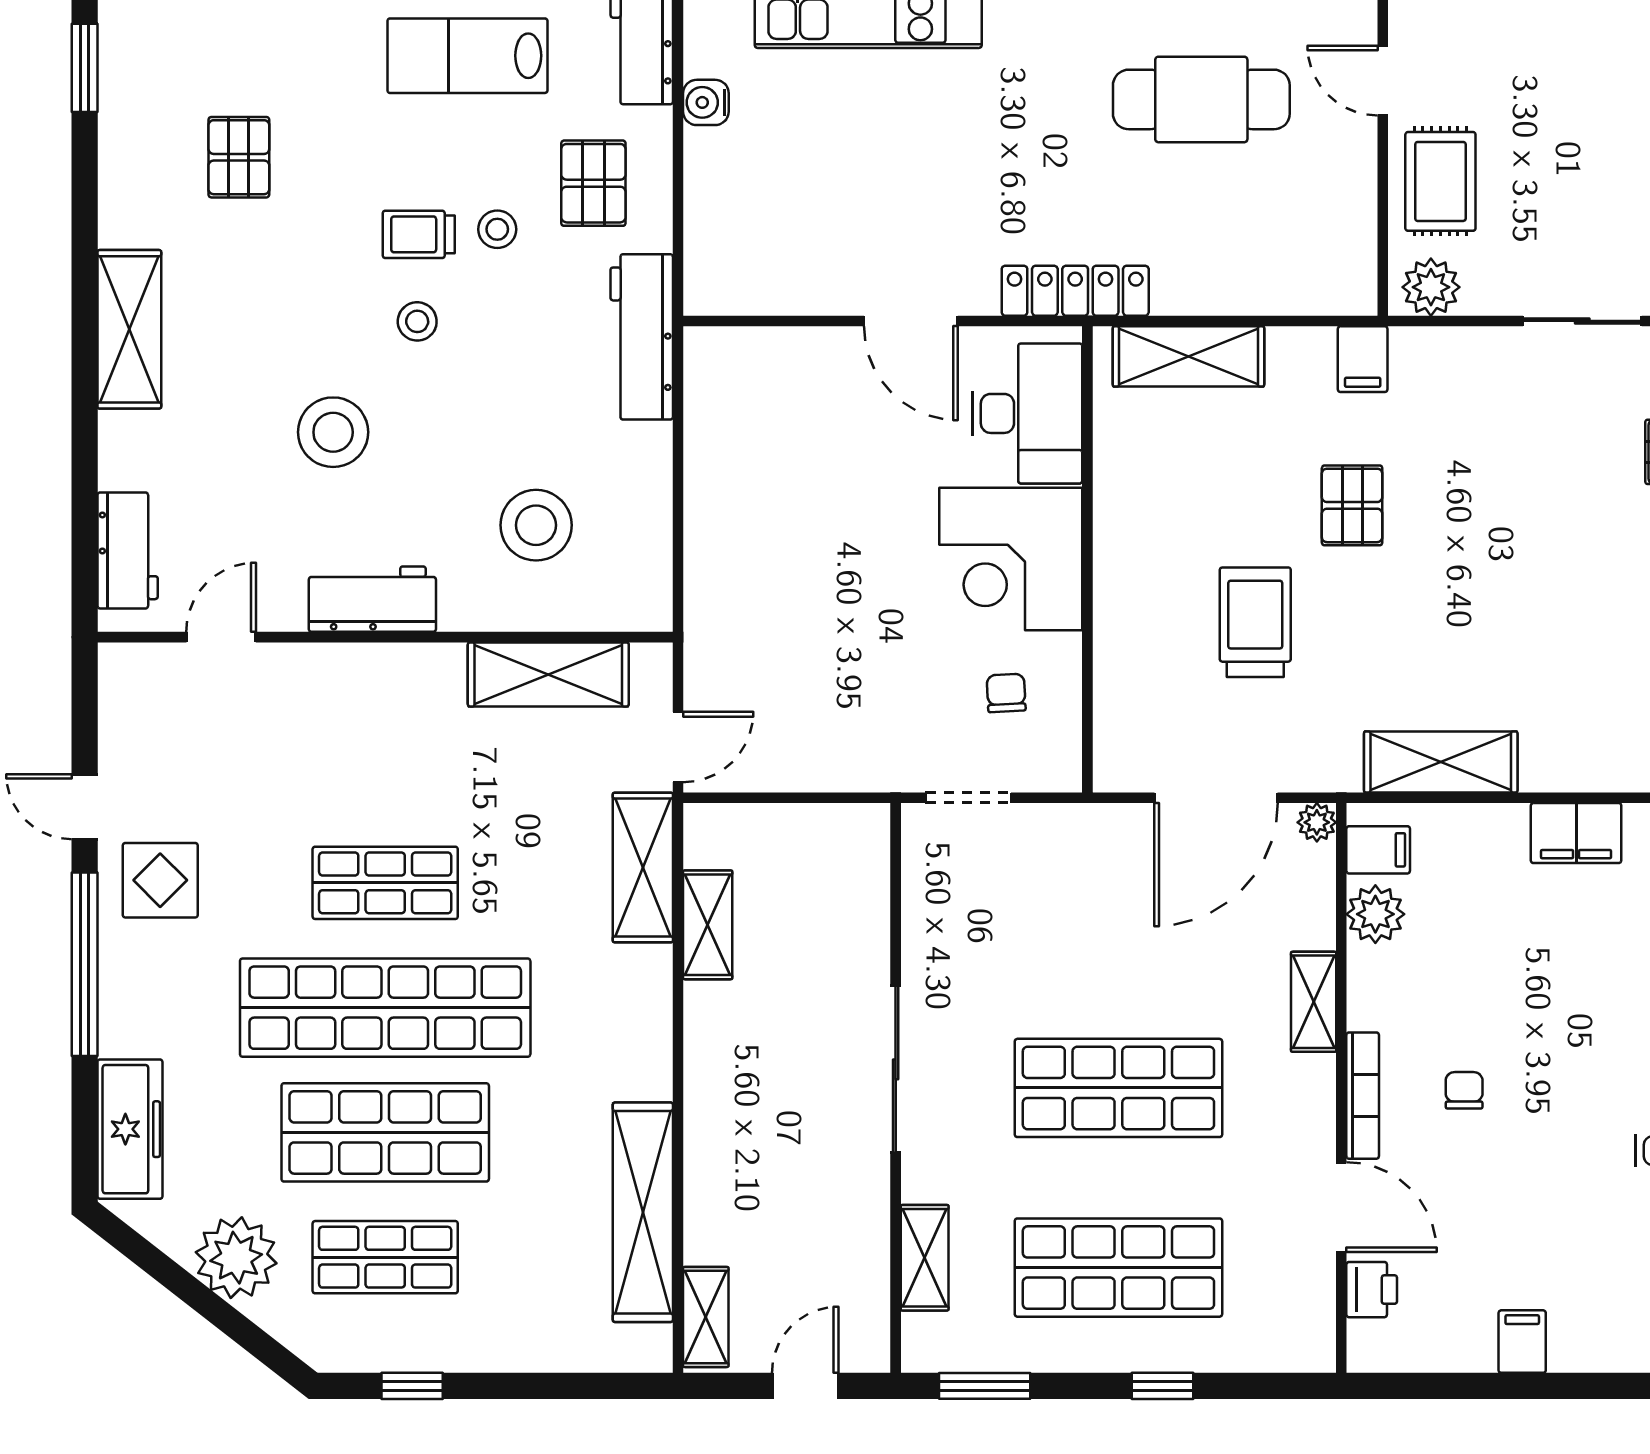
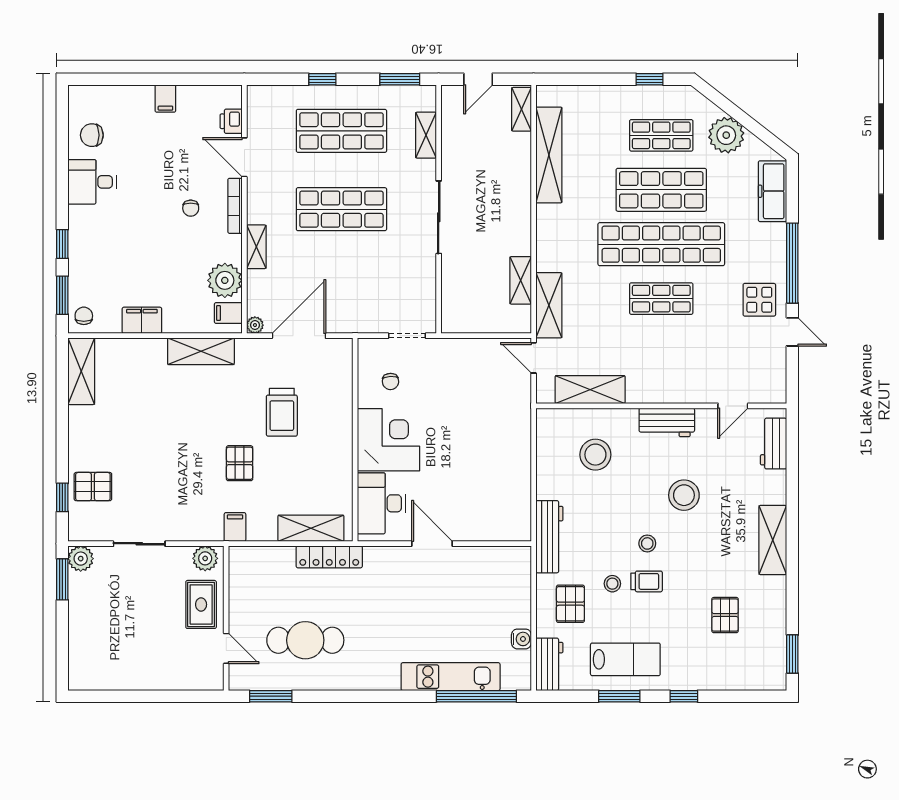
locker: (1075, 291) -> (329, 557), moved
door: (678, 747) -> (534, 358), hinge flipped
plant: (1375, 914) -> (225, 280), width x1.36, depth x1.36

